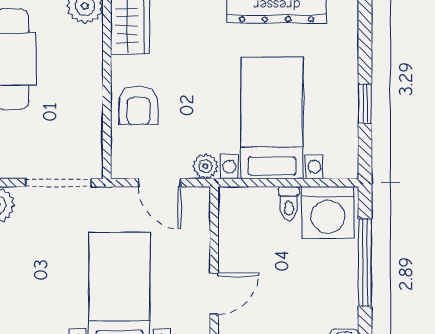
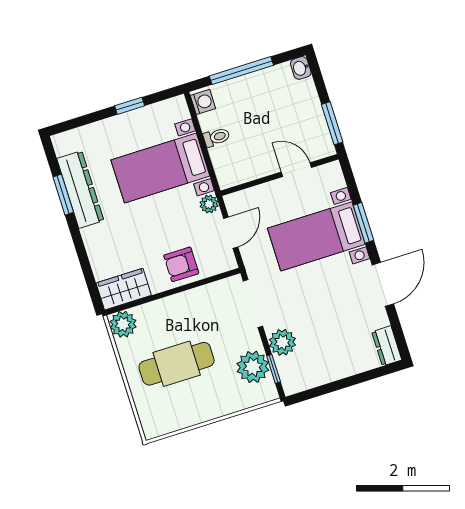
armchair: (139, 106) -> (181, 264), turned 180
washing machine: (328, 212) -> (203, 102), width x0.53, depth x0.53

